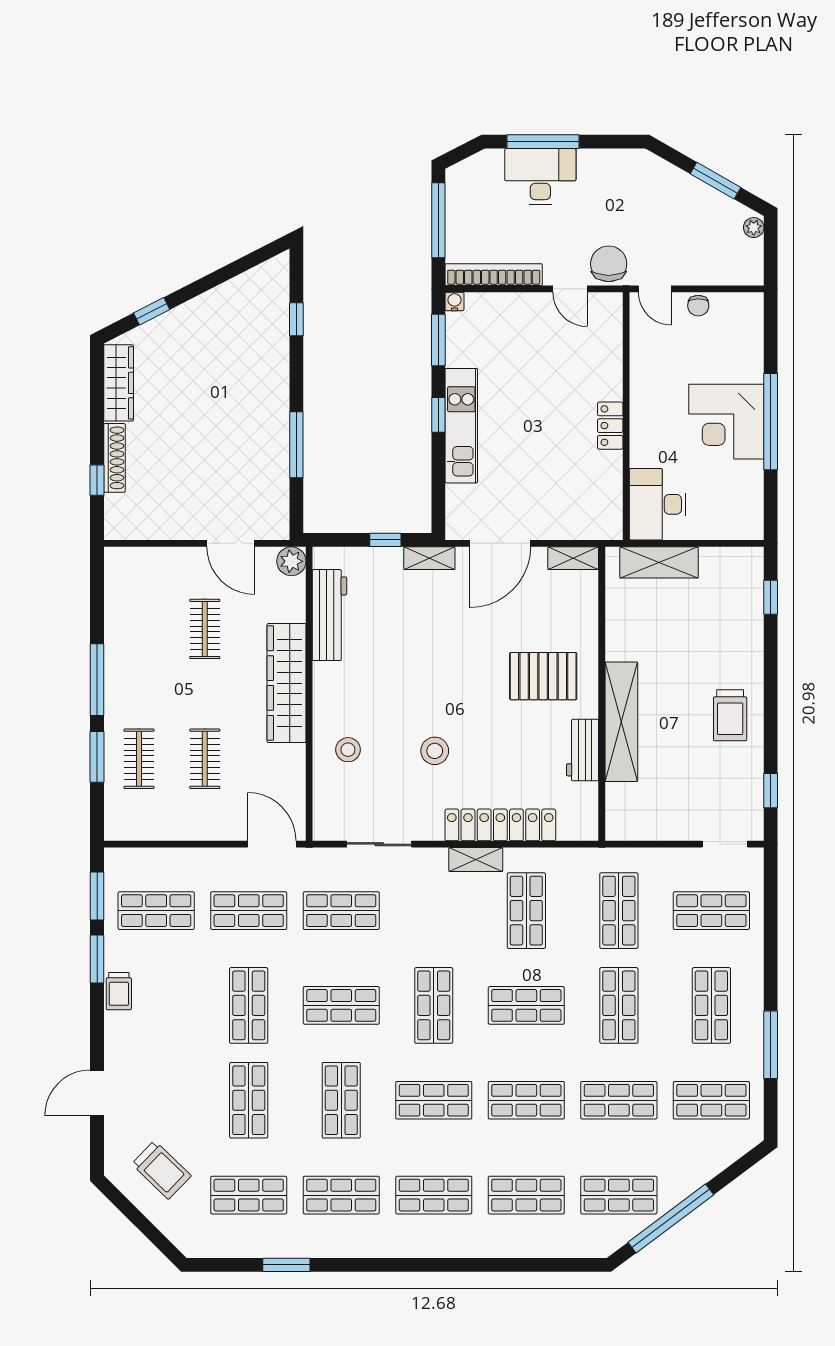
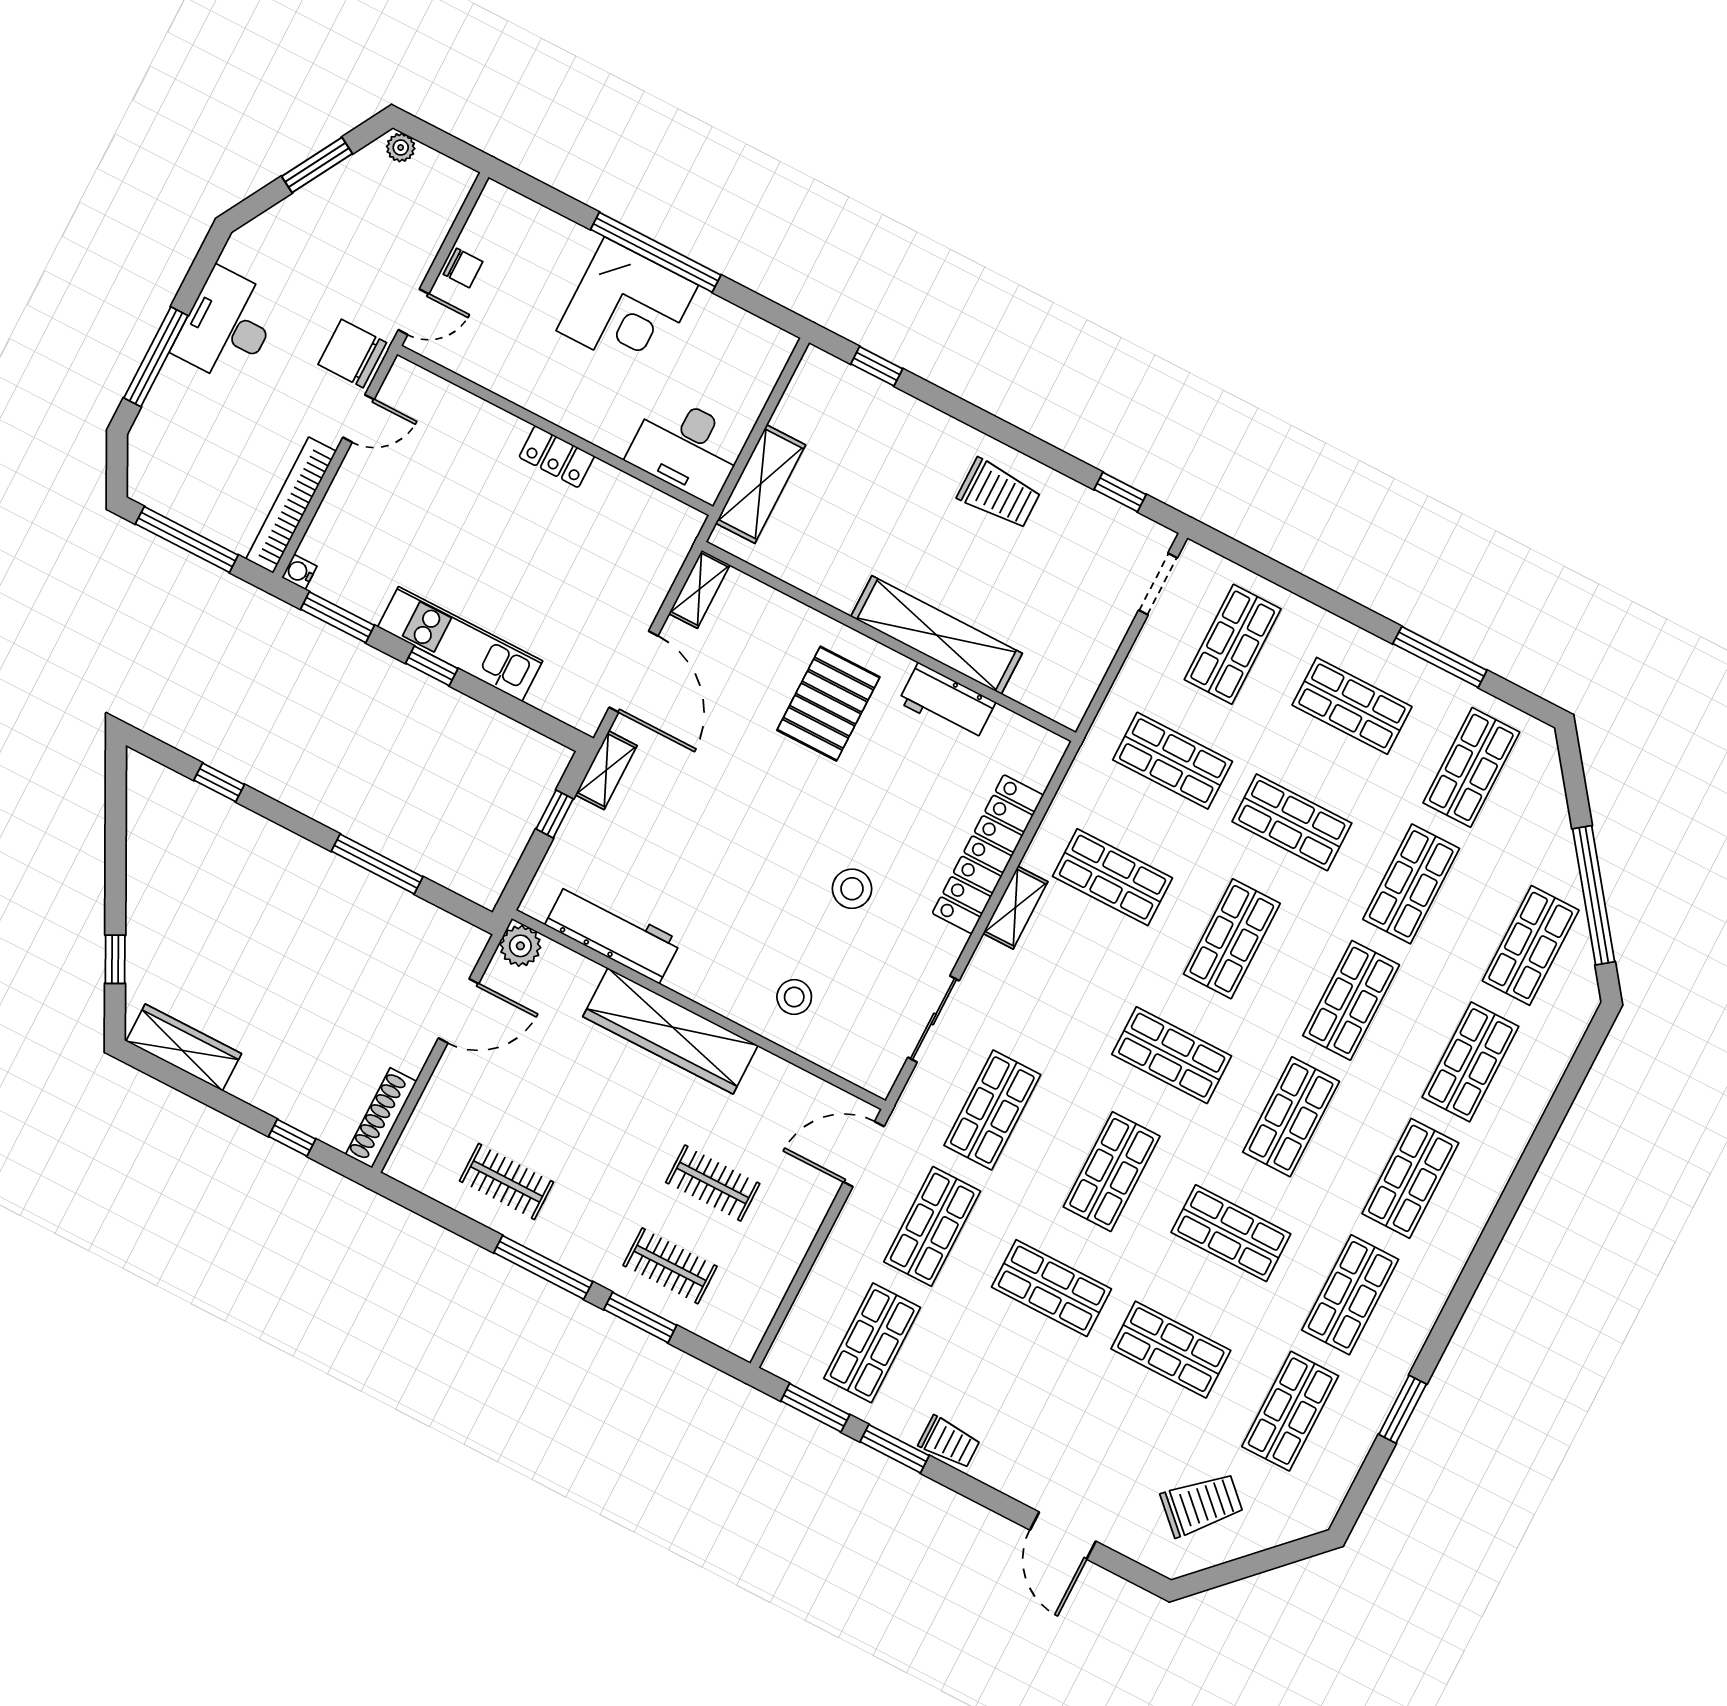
desk: (540, 176) -> (227, 326), moved
shoe rack: (114, 458) -> (381, 1118), moved, turned -90
clothes rail: (205, 629) -> (507, 1182), moved

